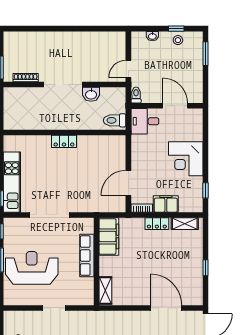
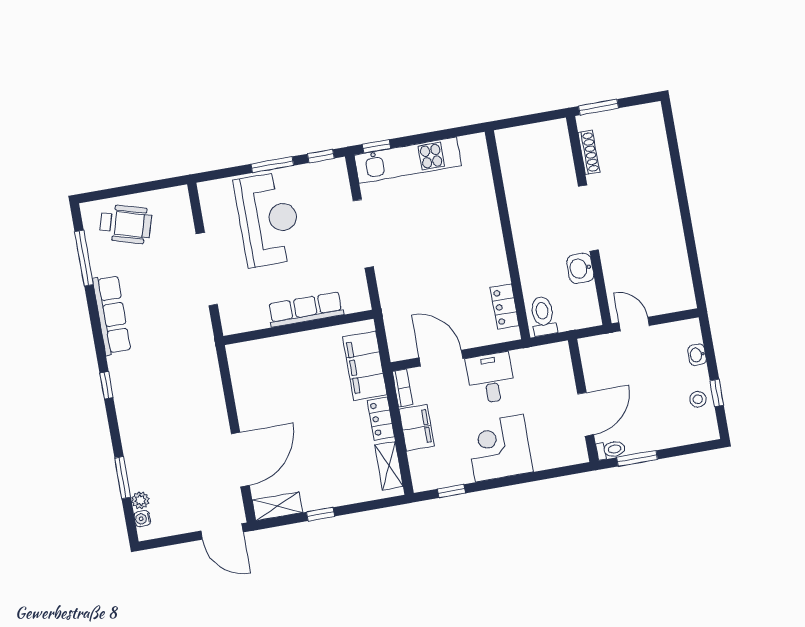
window: (206, 54) -> (637, 458), moved
toilet: (136, 95) -> (611, 450), moved
desk: (145, 121) -> (491, 378), moved
locker: (64, 141) -> (505, 306), moved
filing cabinet: (109, 236) -> (365, 366), moved, turned 90
shelving: (105, 290) -> (277, 506), moved
doorway: (54, 308) -> (207, 269), width x1.87

